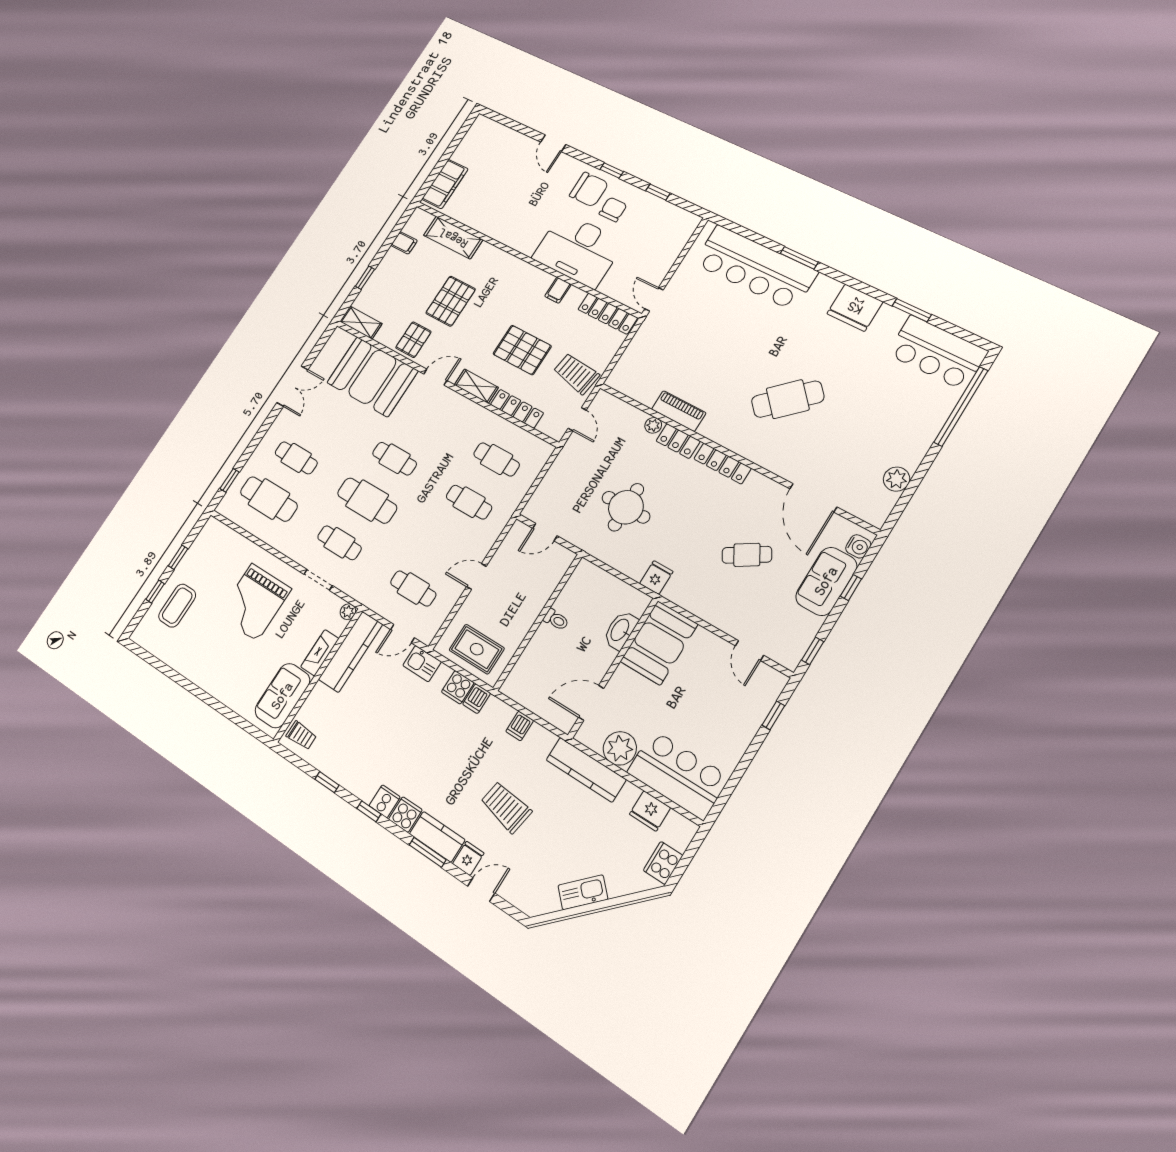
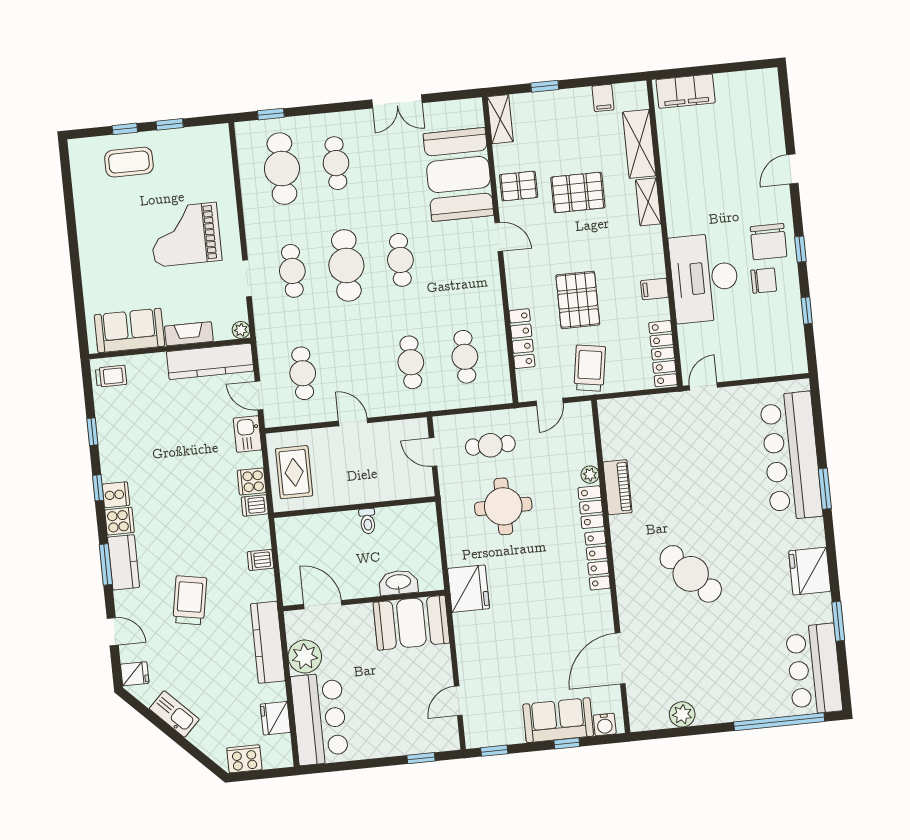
shelving: (476, 386) -> (648, 202), moved
cafe table: (747, 555) -> (490, 445), moved, turned -59
fridge: (656, 578) -> (469, 589), width x1.88, depth x1.34
trolley: (301, 735) -> (111, 376), turned -90
fridge: (468, 858) -> (135, 674), moved

